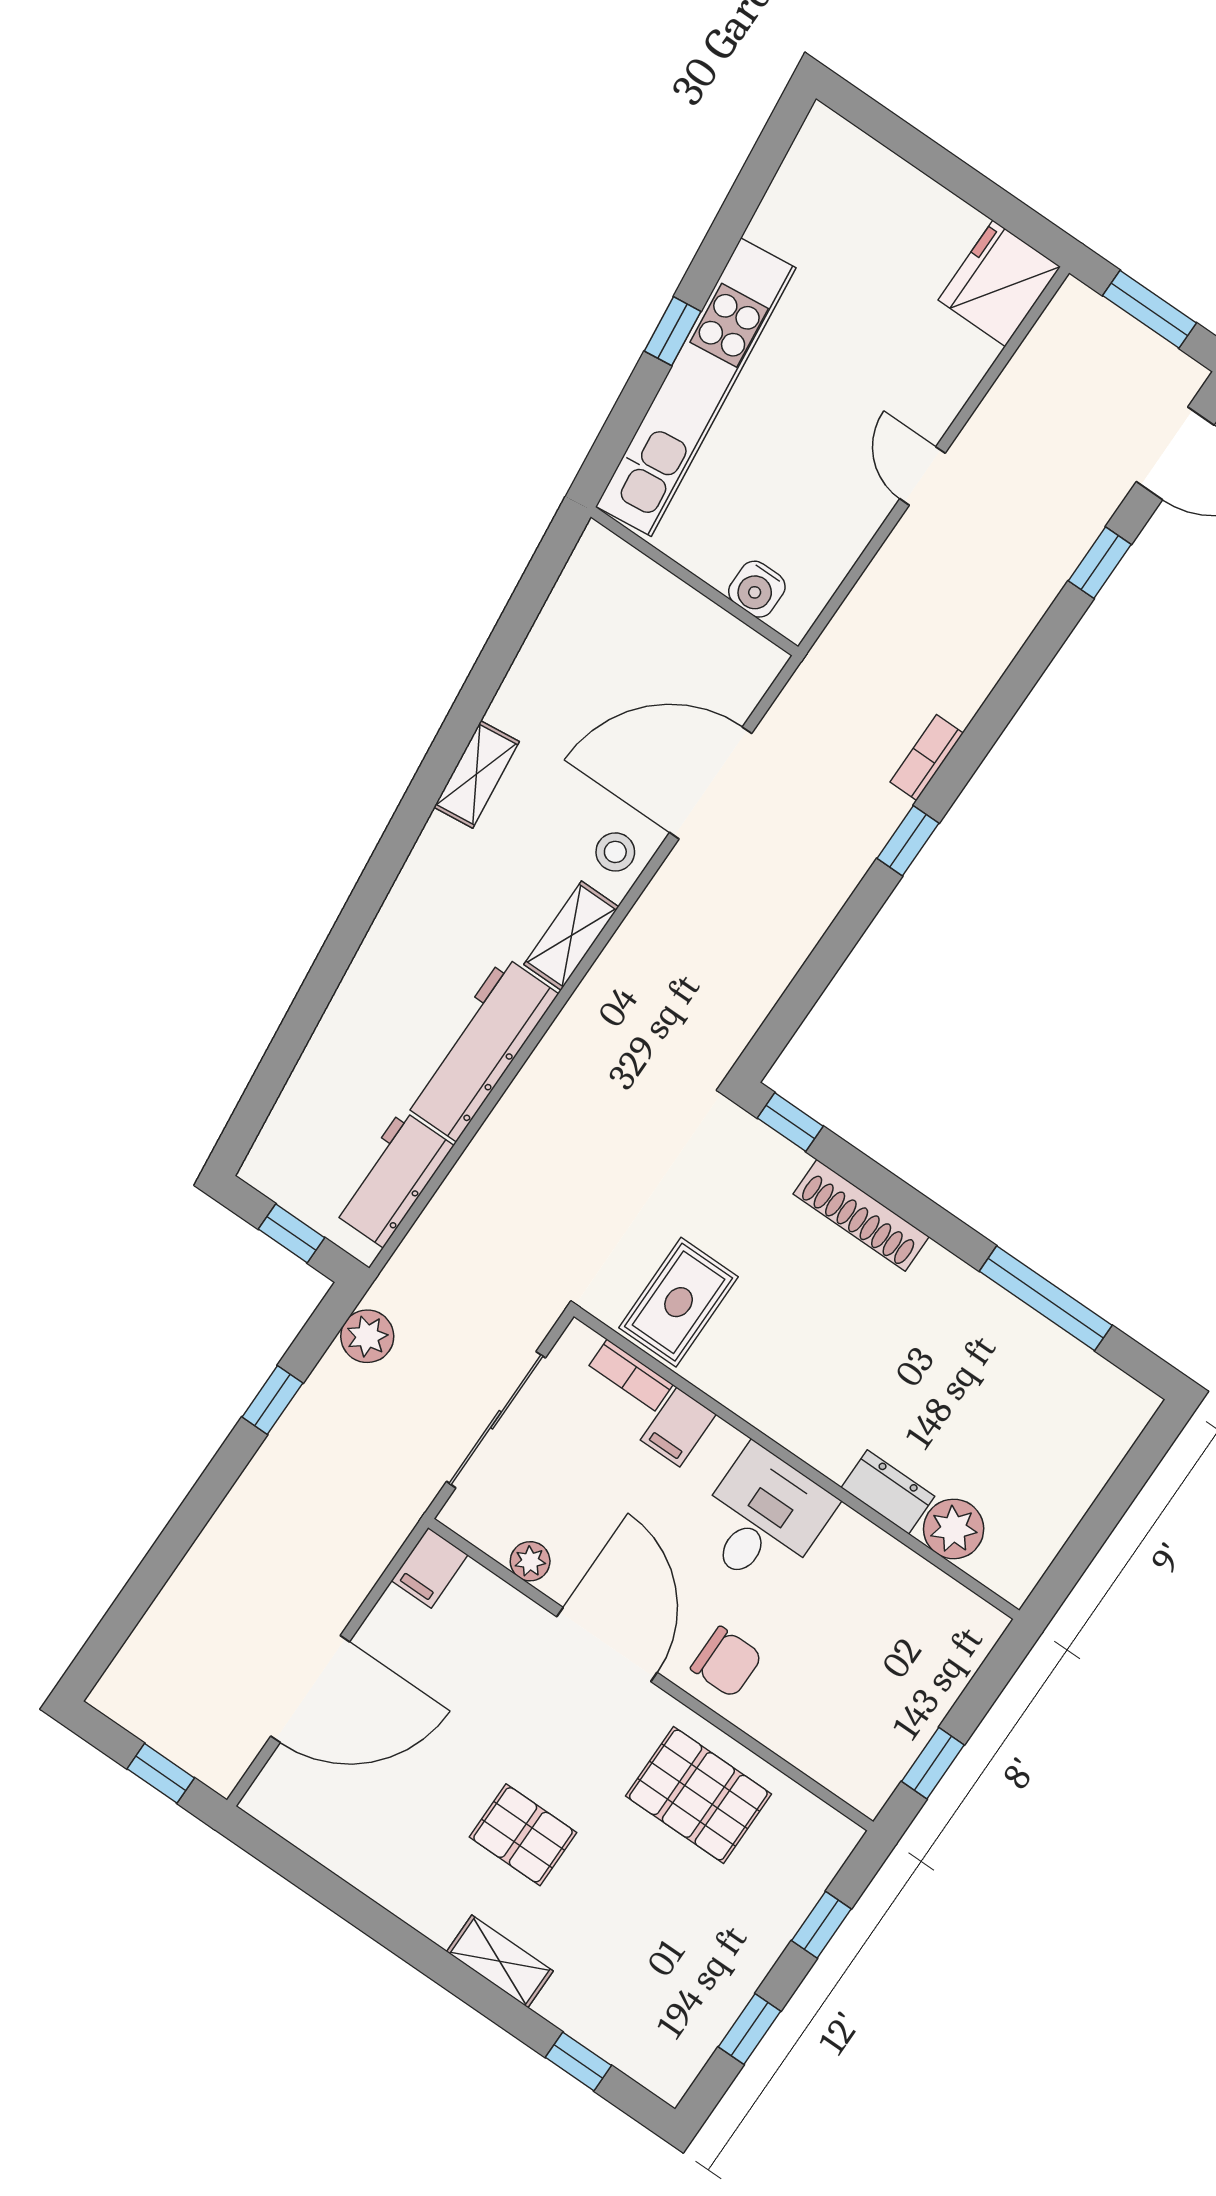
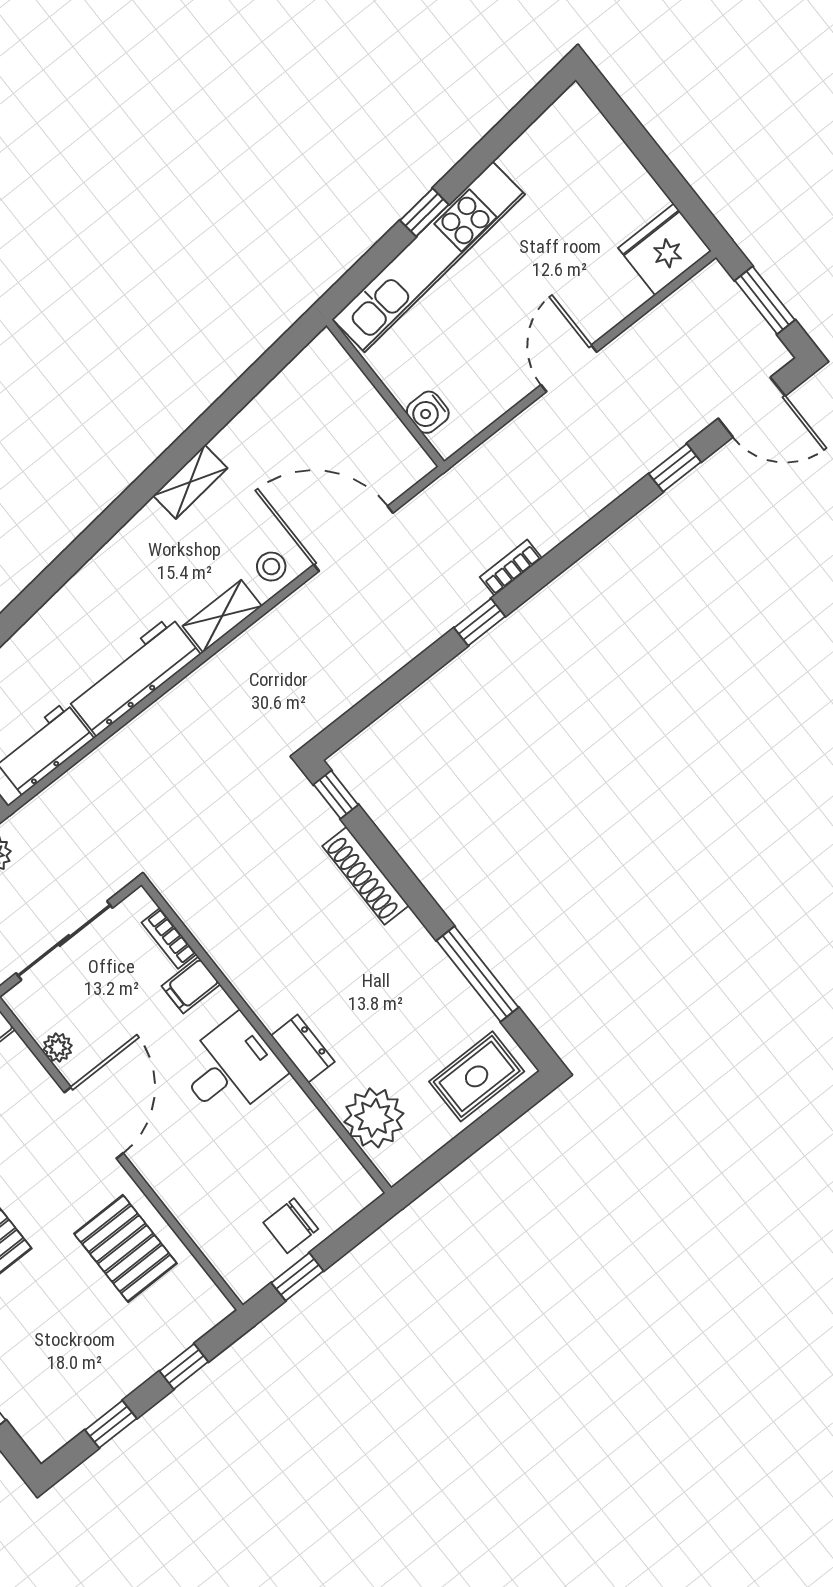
door: (922, 476) -> (569, 368), width x1.38
rug: (679, 1302) -> (477, 1076), moved
dresser: (888, 1492) -> (303, 1049), moved
plant: (954, 1529) -> (374, 1118), width x1.36, depth x1.36
chair: (726, 1662) -> (291, 1226), moved, turned 90

